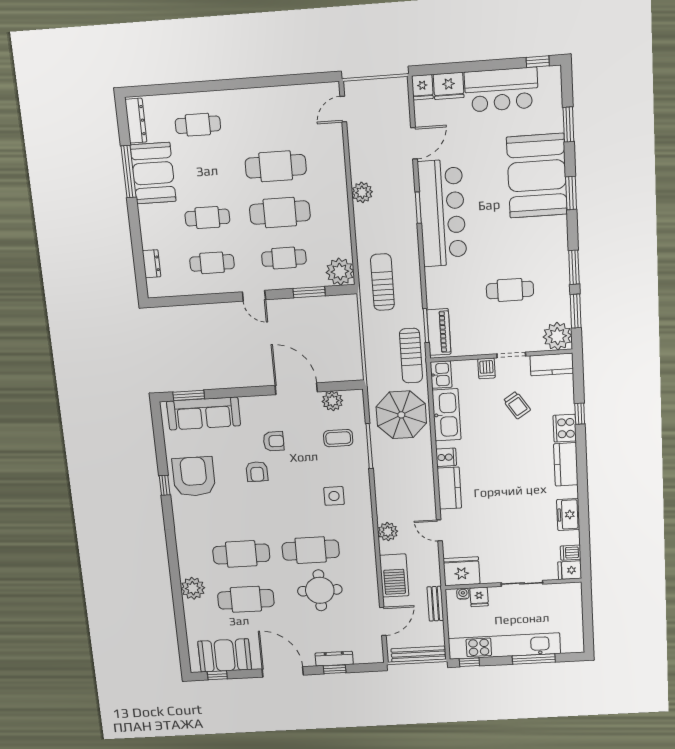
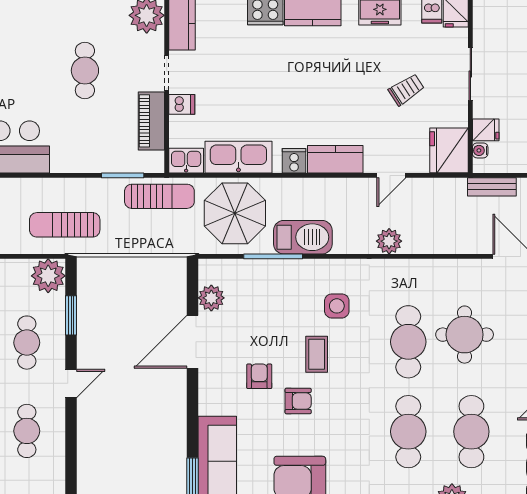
piano: (439, 332) -> (151, 121), moved, turned -90
trolley: (517, 405) -> (406, 90), moved
coffee table: (338, 438) -> (317, 354), moved
barbecue: (394, 576) -> (303, 237), moved

